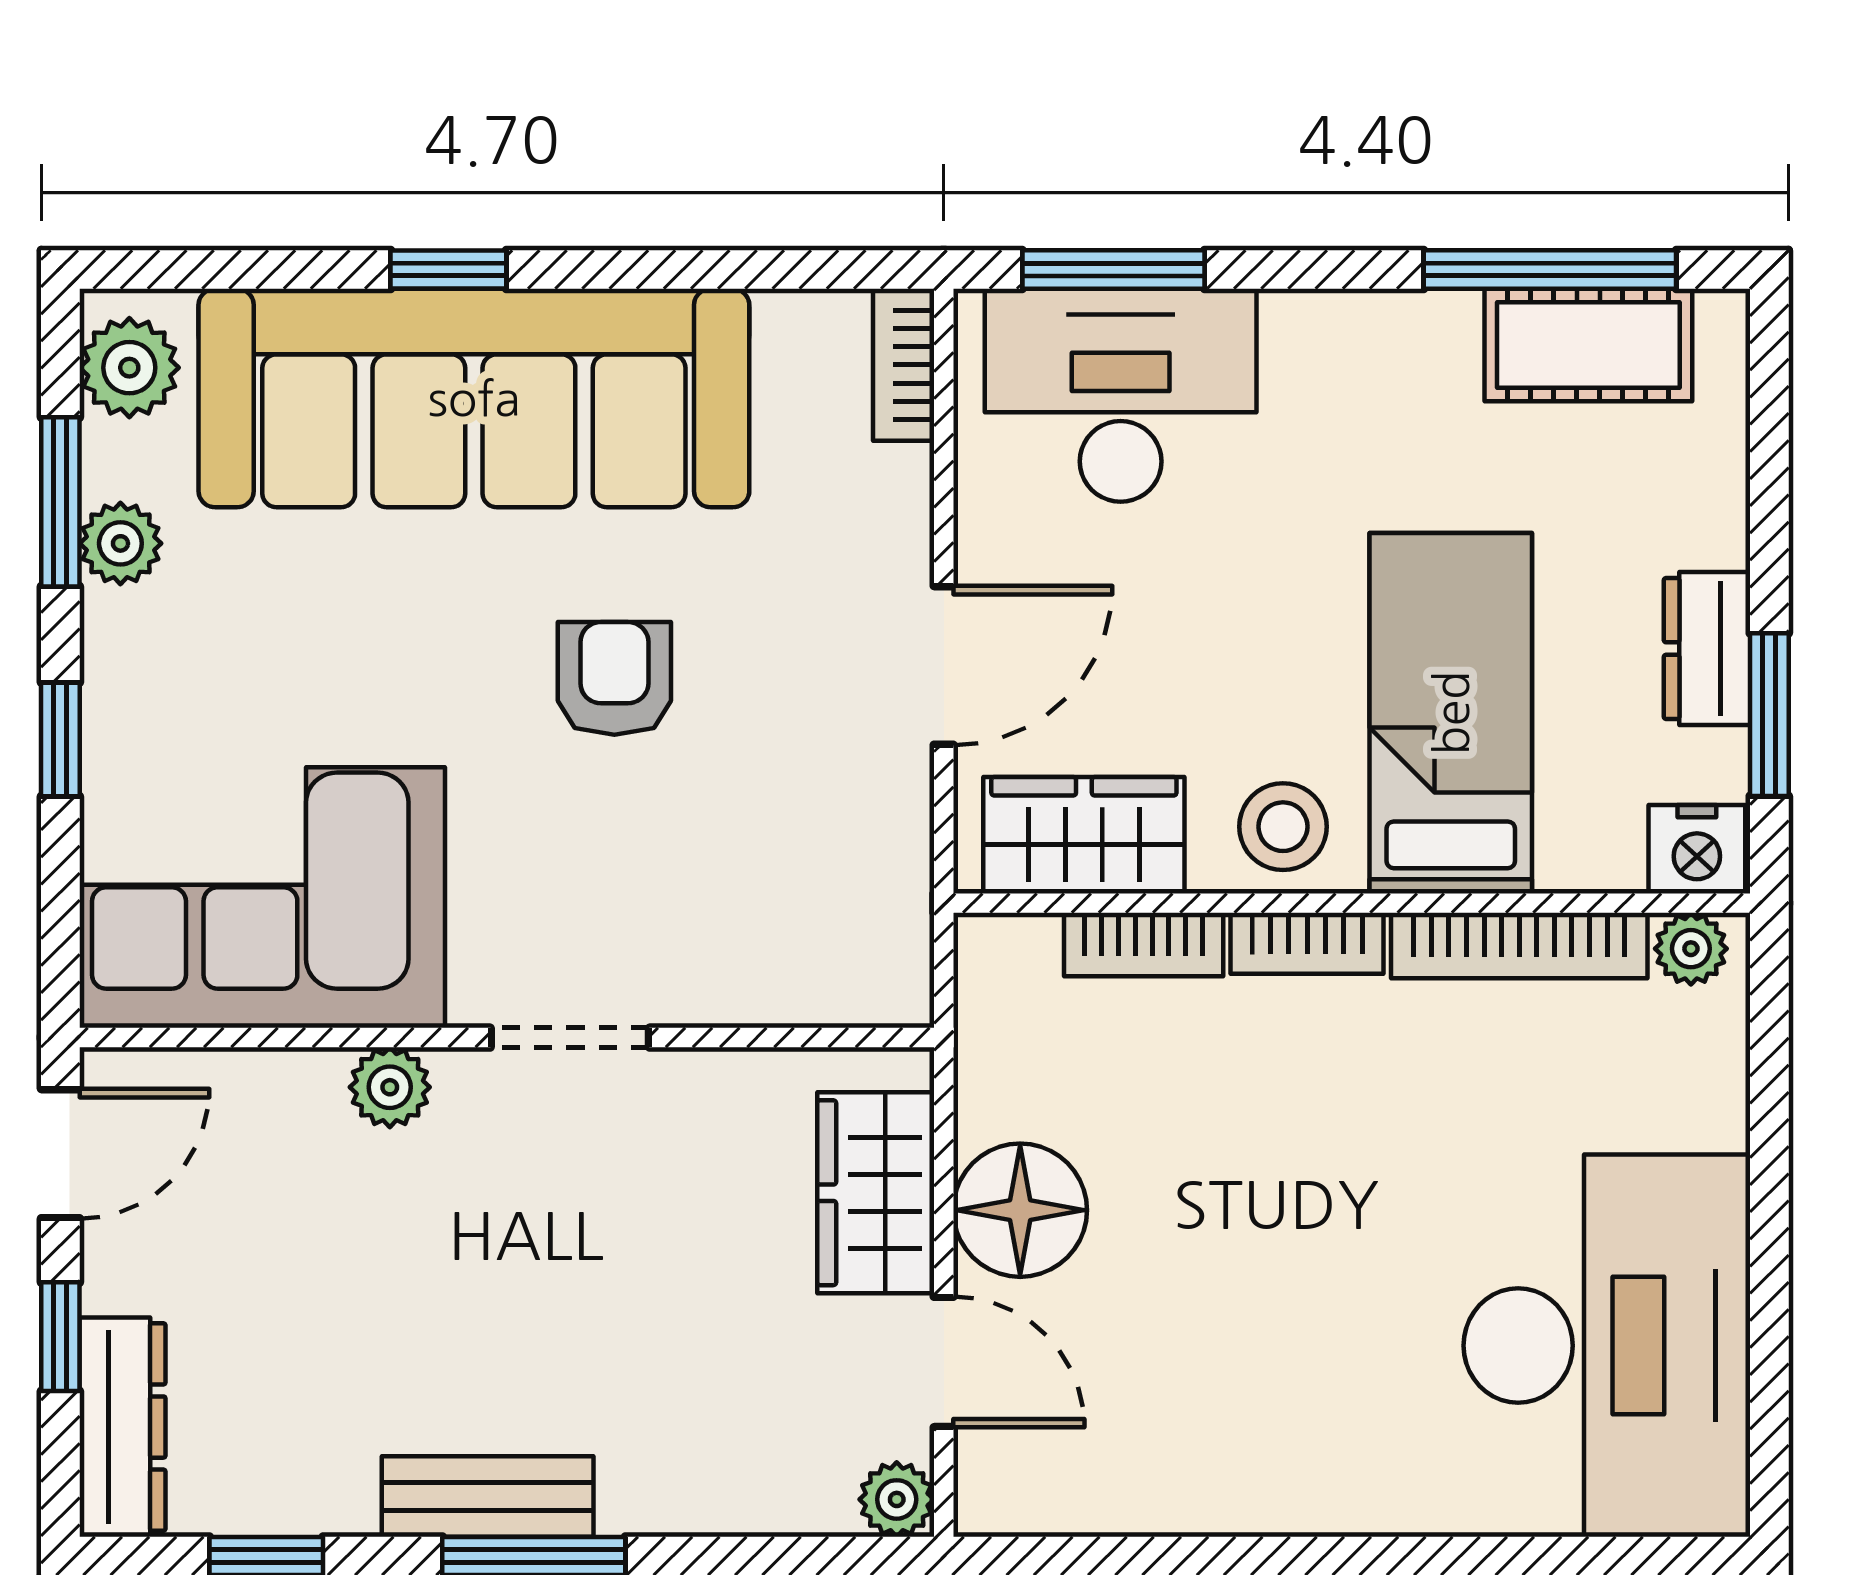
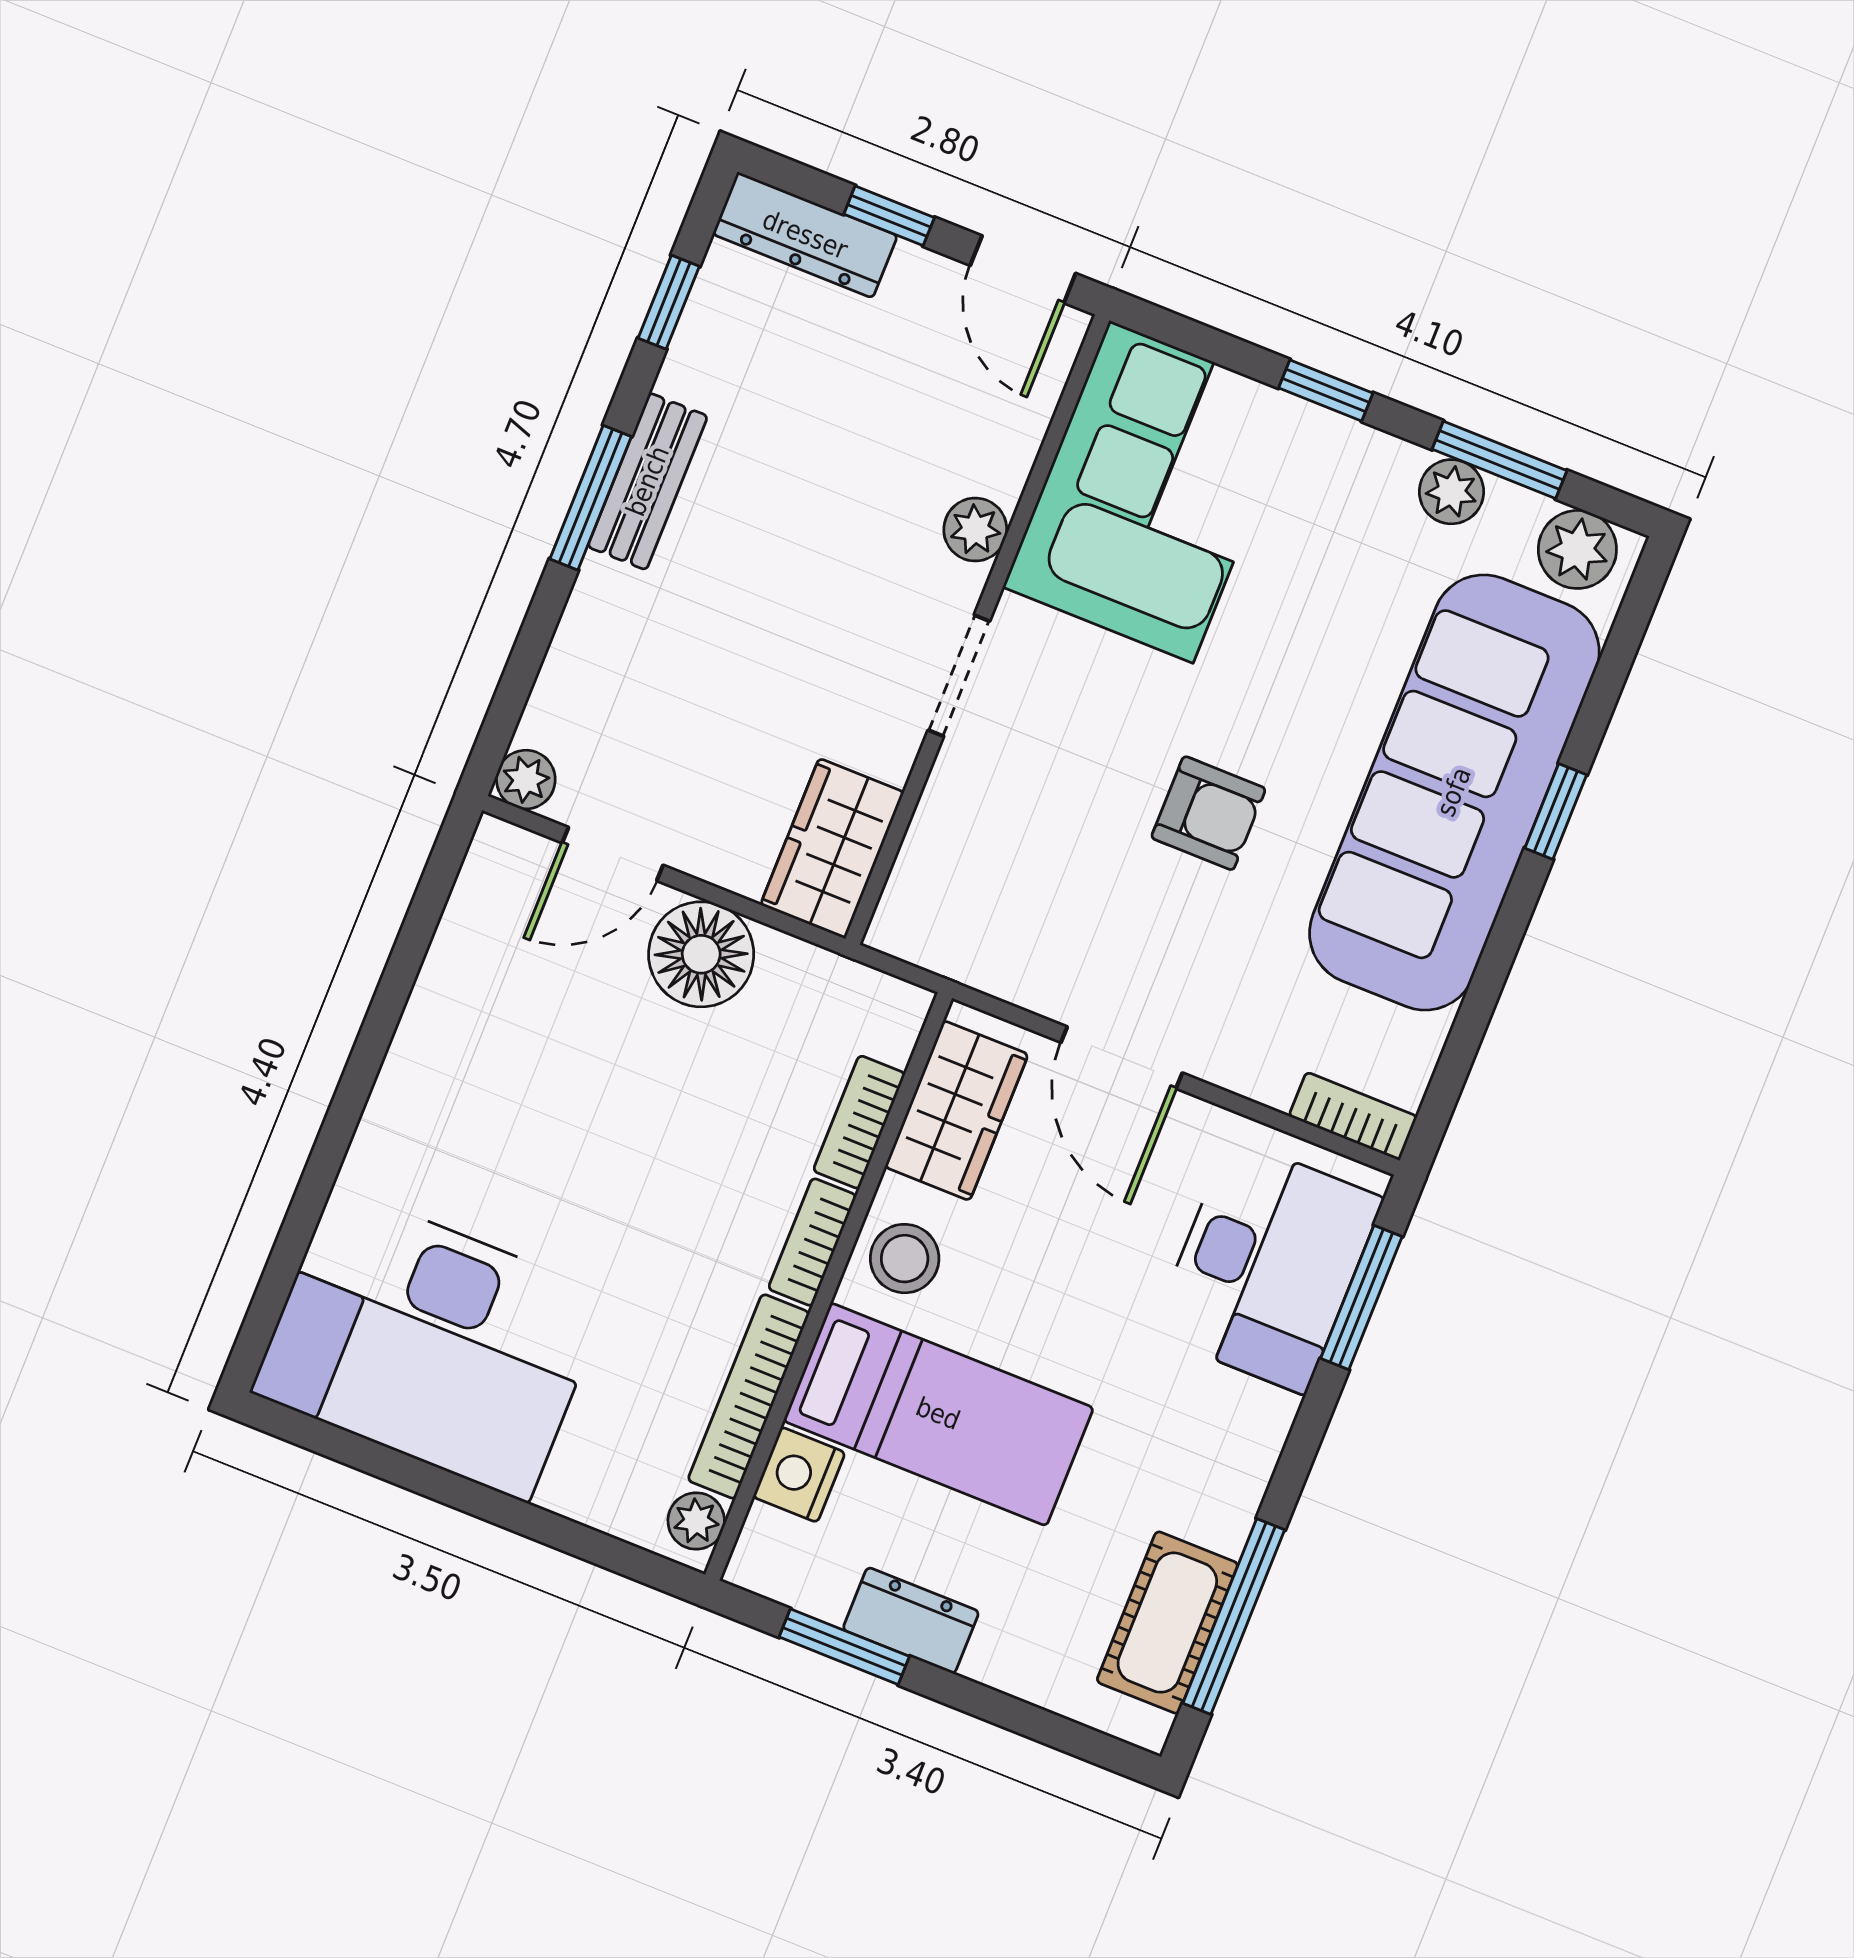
nightstand: (1697, 849) -> (799, 1475), moved
wardrobe: (876, 1193) -> (832, 848), moved, turned -90

